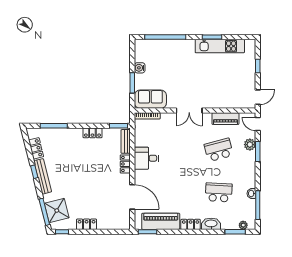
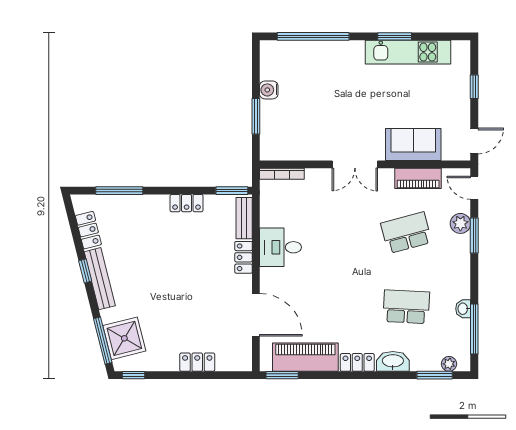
sofa: (150, 99) -> (413, 145), moved
locker: (87, 224) -> (197, 362), moved

